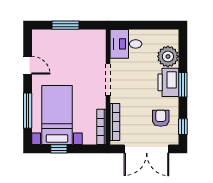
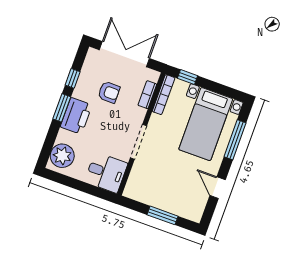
plant: (168, 56) -> (62, 156), moved
armchair: (161, 118) -> (109, 92), moved, turned -90
bookcase: (115, 122) -> (147, 95), width x0.64
window: (183, 127) -> (73, 78), moved
window: (59, 149) -> (187, 77), moved

